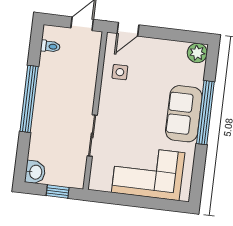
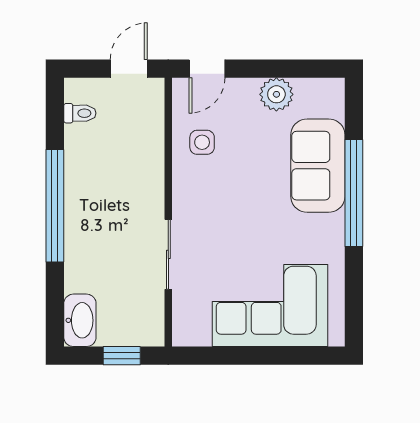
plant: (197, 53) -> (276, 94), moved
sofa: (184, 114) -> (318, 166), moved
washbasin: (35, 172) -> (80, 320), width x1.38

